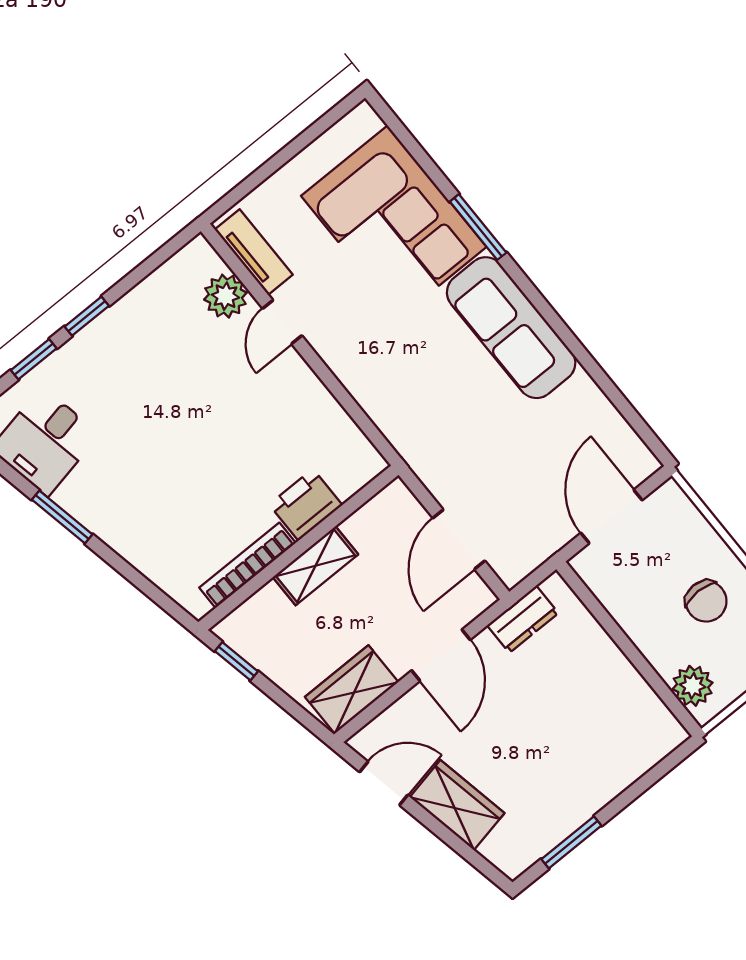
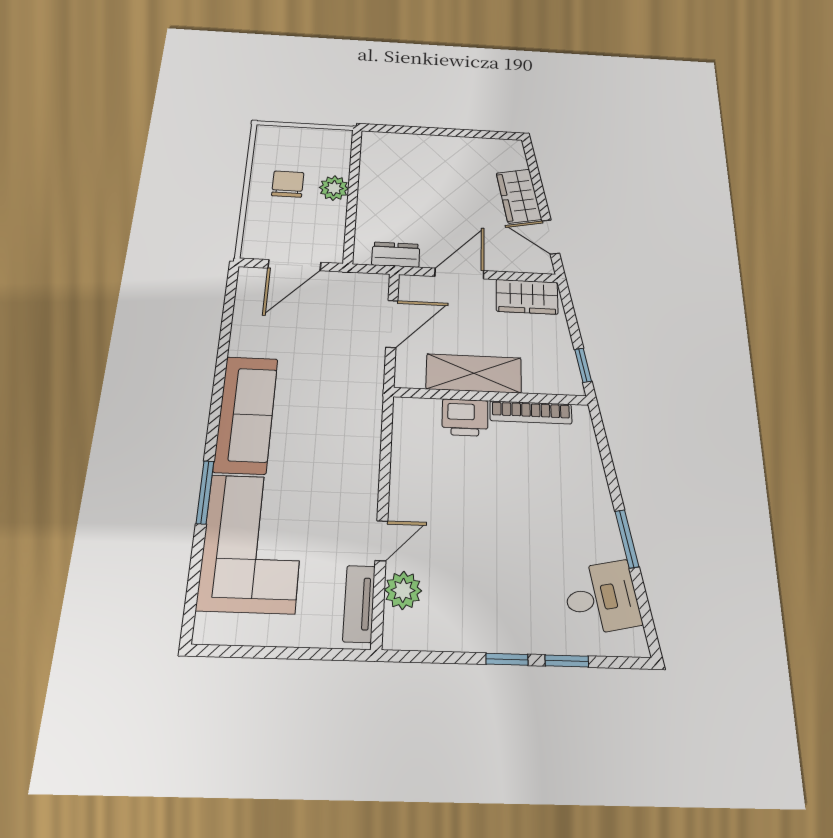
shelving: (315, 566) -> (474, 373), width x1.50, depth x1.33
plant: (693, 686) -> (334, 188), moved
window: (571, 842) -> (473, 134), removed

